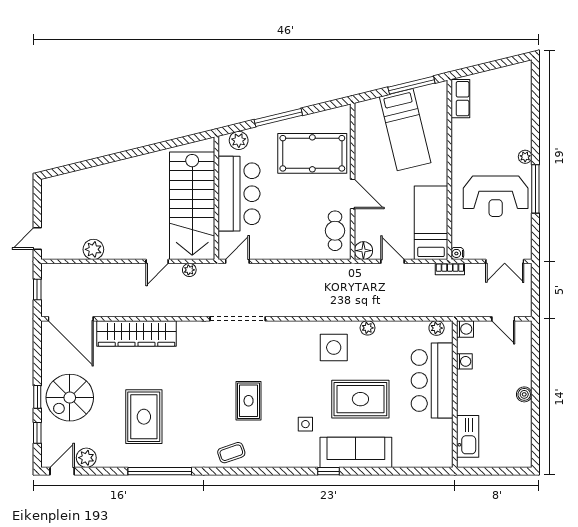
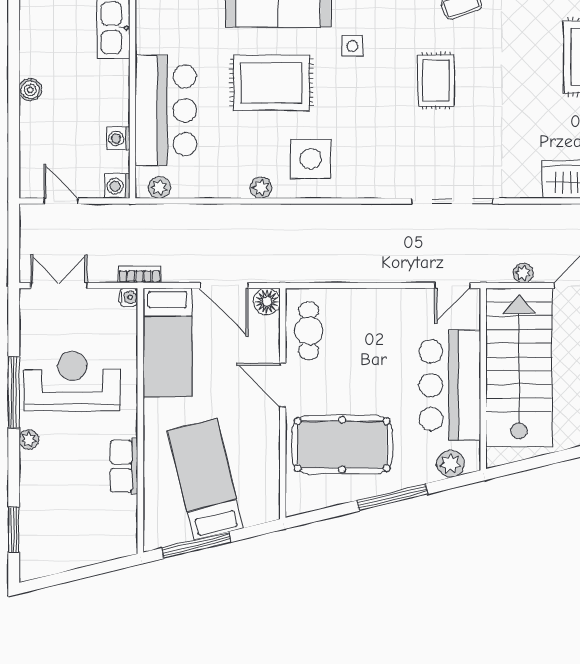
window: (535, 96) -> (14, 529), added
row of seats: (460, 99) -> (124, 466), moved
door: (393, 261) -> (224, 286), width x1.37

